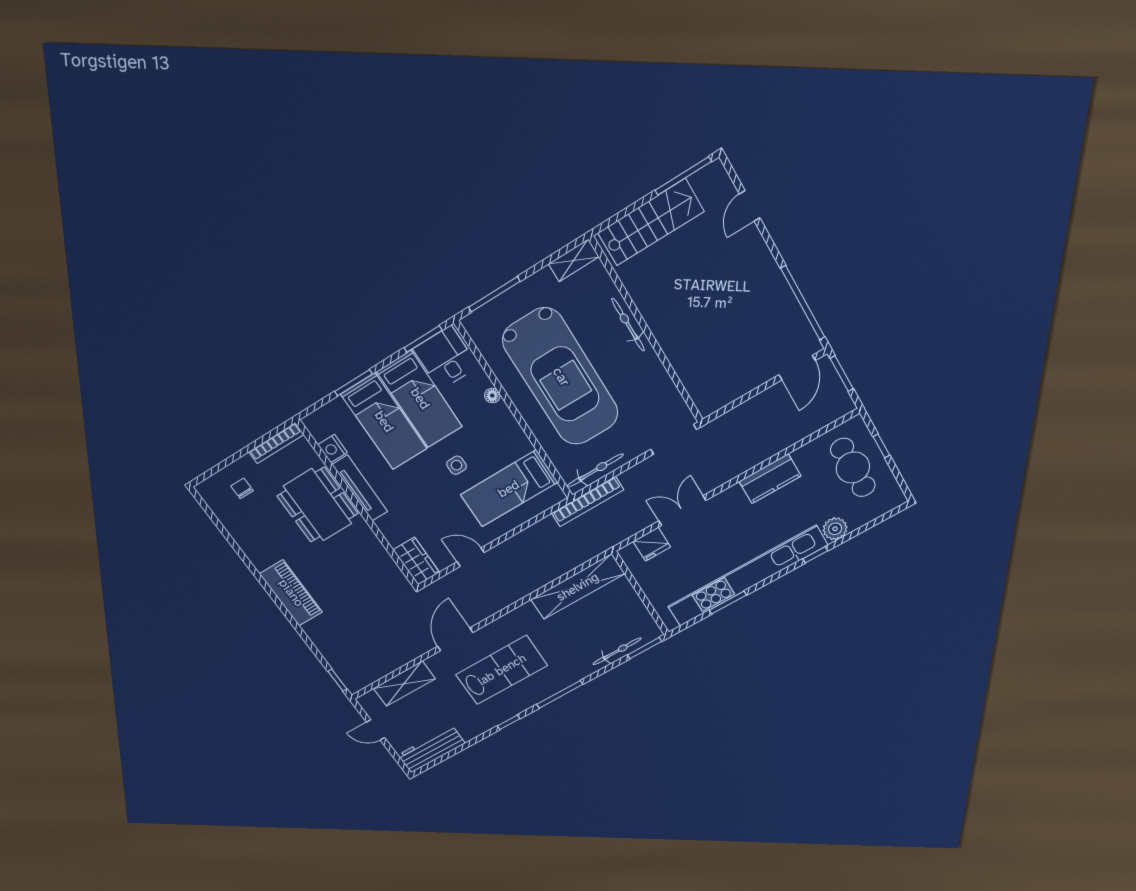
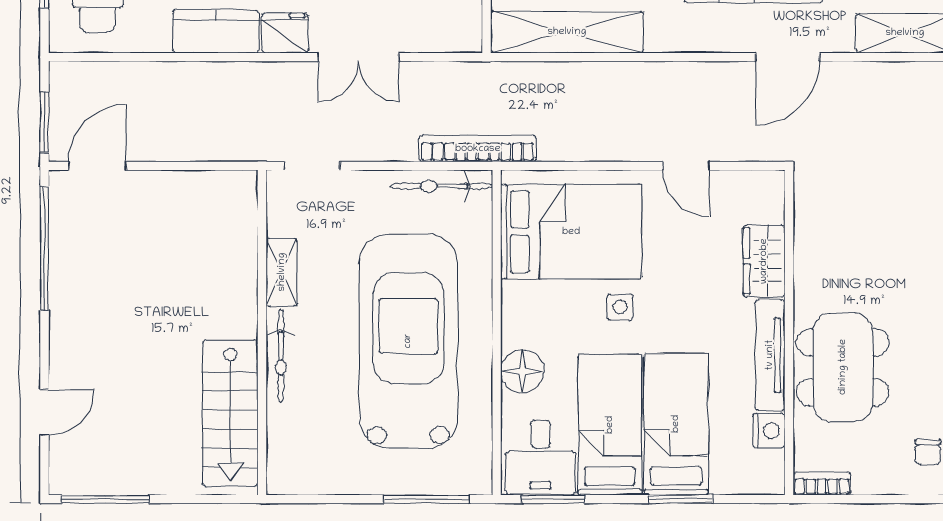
stairs: (651, 222) -> (230, 413), moved, turned -90
shelving: (574, 260) -> (282, 272), moved, turned 90
floor lamp: (492, 396) -> (522, 371), width x1.89, depth x1.89
doorway: (673, 439) -> (312, 166), width x0.73
bookcase: (276, 443) -> (822, 484), width x0.64
bed: (509, 489) -> (571, 232), width x1.50
fridge: (652, 544) -> (285, 33), moved
wardrobe: (416, 561) -> (764, 261), moved

